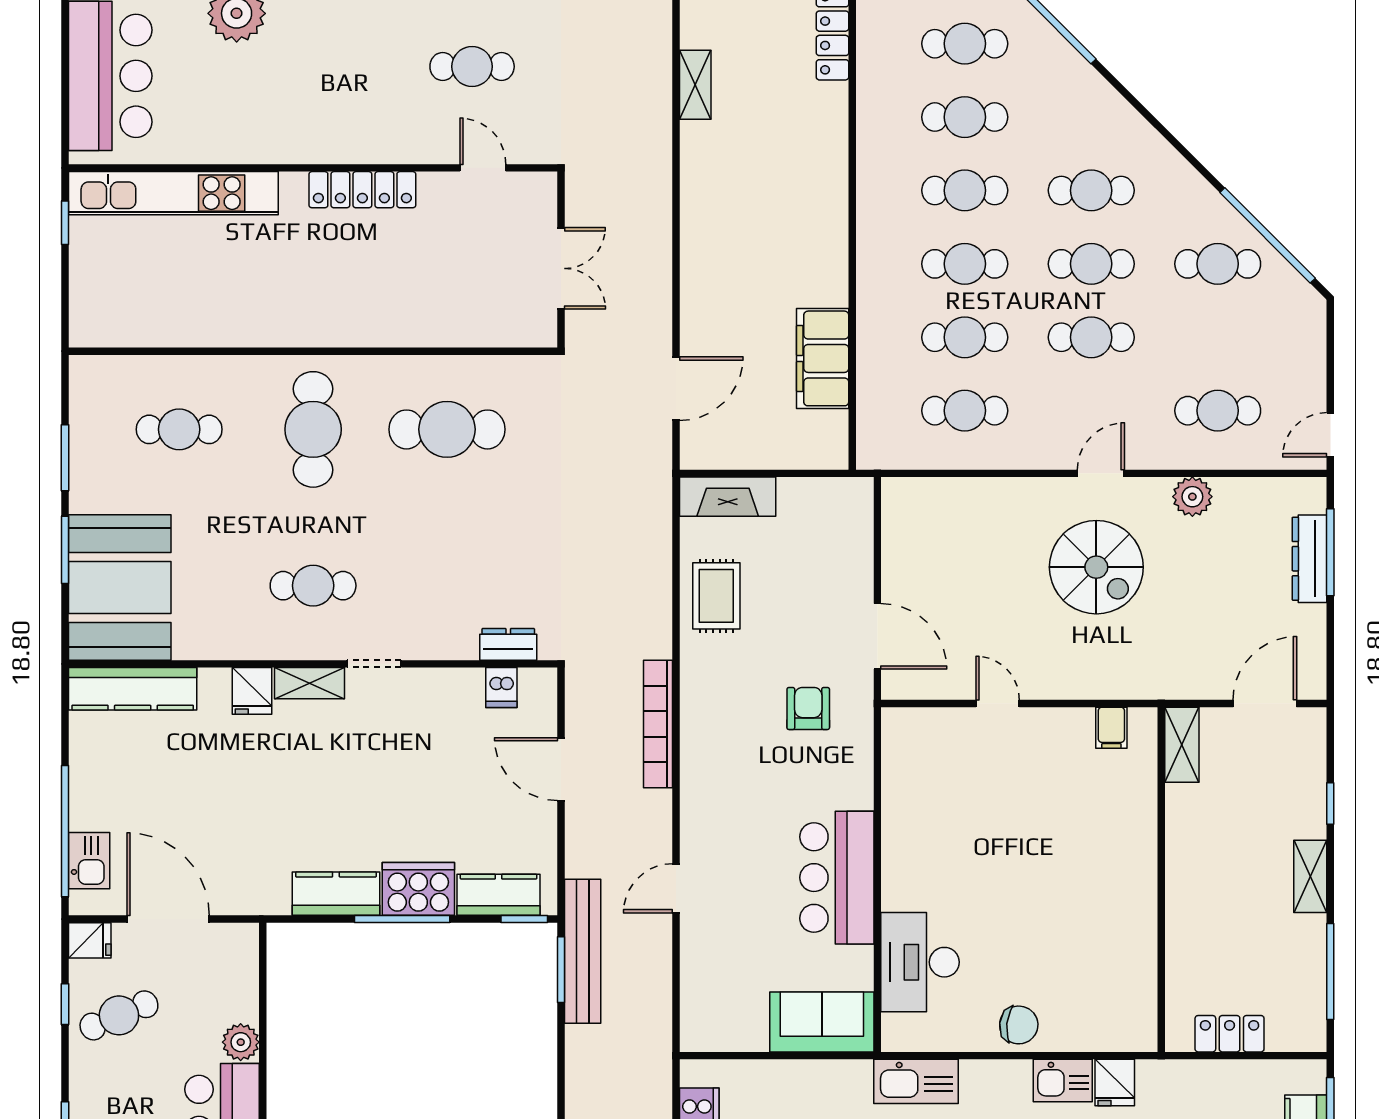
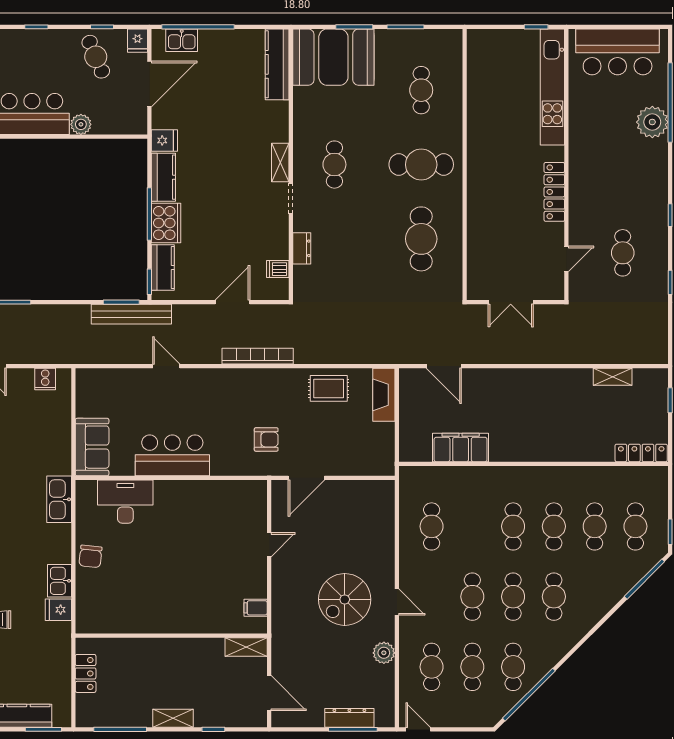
cafe table: (965, 337) -> (472, 667), moved
dresser: (508, 644) -> (302, 248), moved
fridge: (252, 691) -> (164, 140), moved, turned 180

